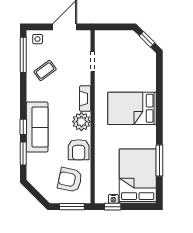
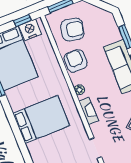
plant: (81, 122) -> (79, 90), width x0.53, depth x0.53
nightstand: (113, 199) -> (30, 30), width x1.89, depth x1.79

